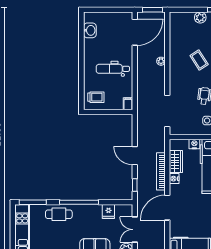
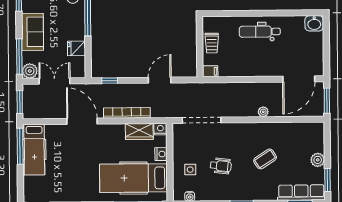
washbasin: (90, 30) -> (314, 23), moved
door: (135, 32) -> (299, 79), hinge flipped
dental chair: (113, 69) -> (260, 32), moved, turned -90
trolley: (96, 97) -> (212, 43), moved
door: (135, 156) -> (160, 80), moved
nightstand: (174, 179) -> (160, 129), moved

